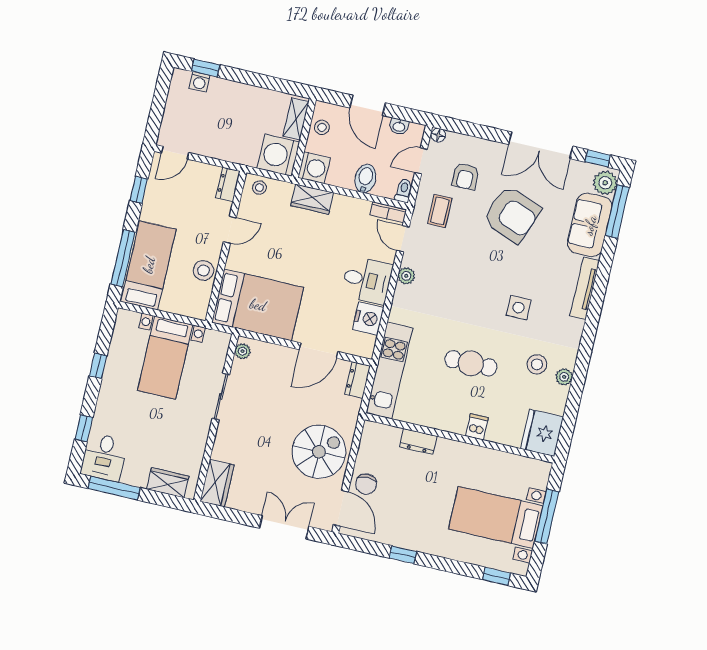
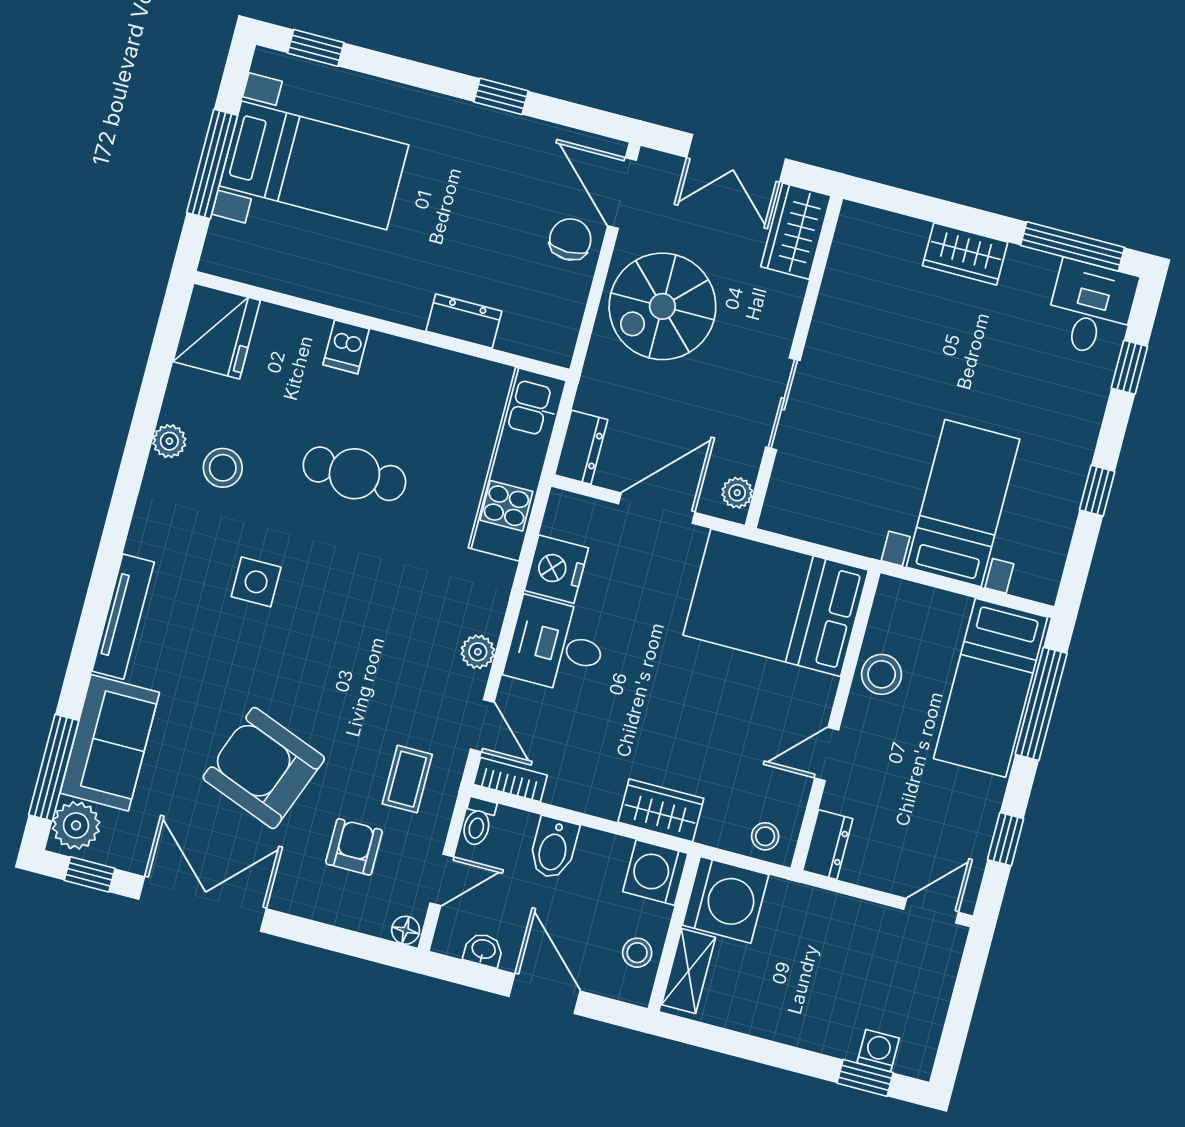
plant: (242, 351) -> (737, 493), moved
sliding door: (221, 396) -> (783, 404), moved
wall: (216, 418) -> (794, 362), moved
wardrobe: (217, 483) -> (796, 231), moved

